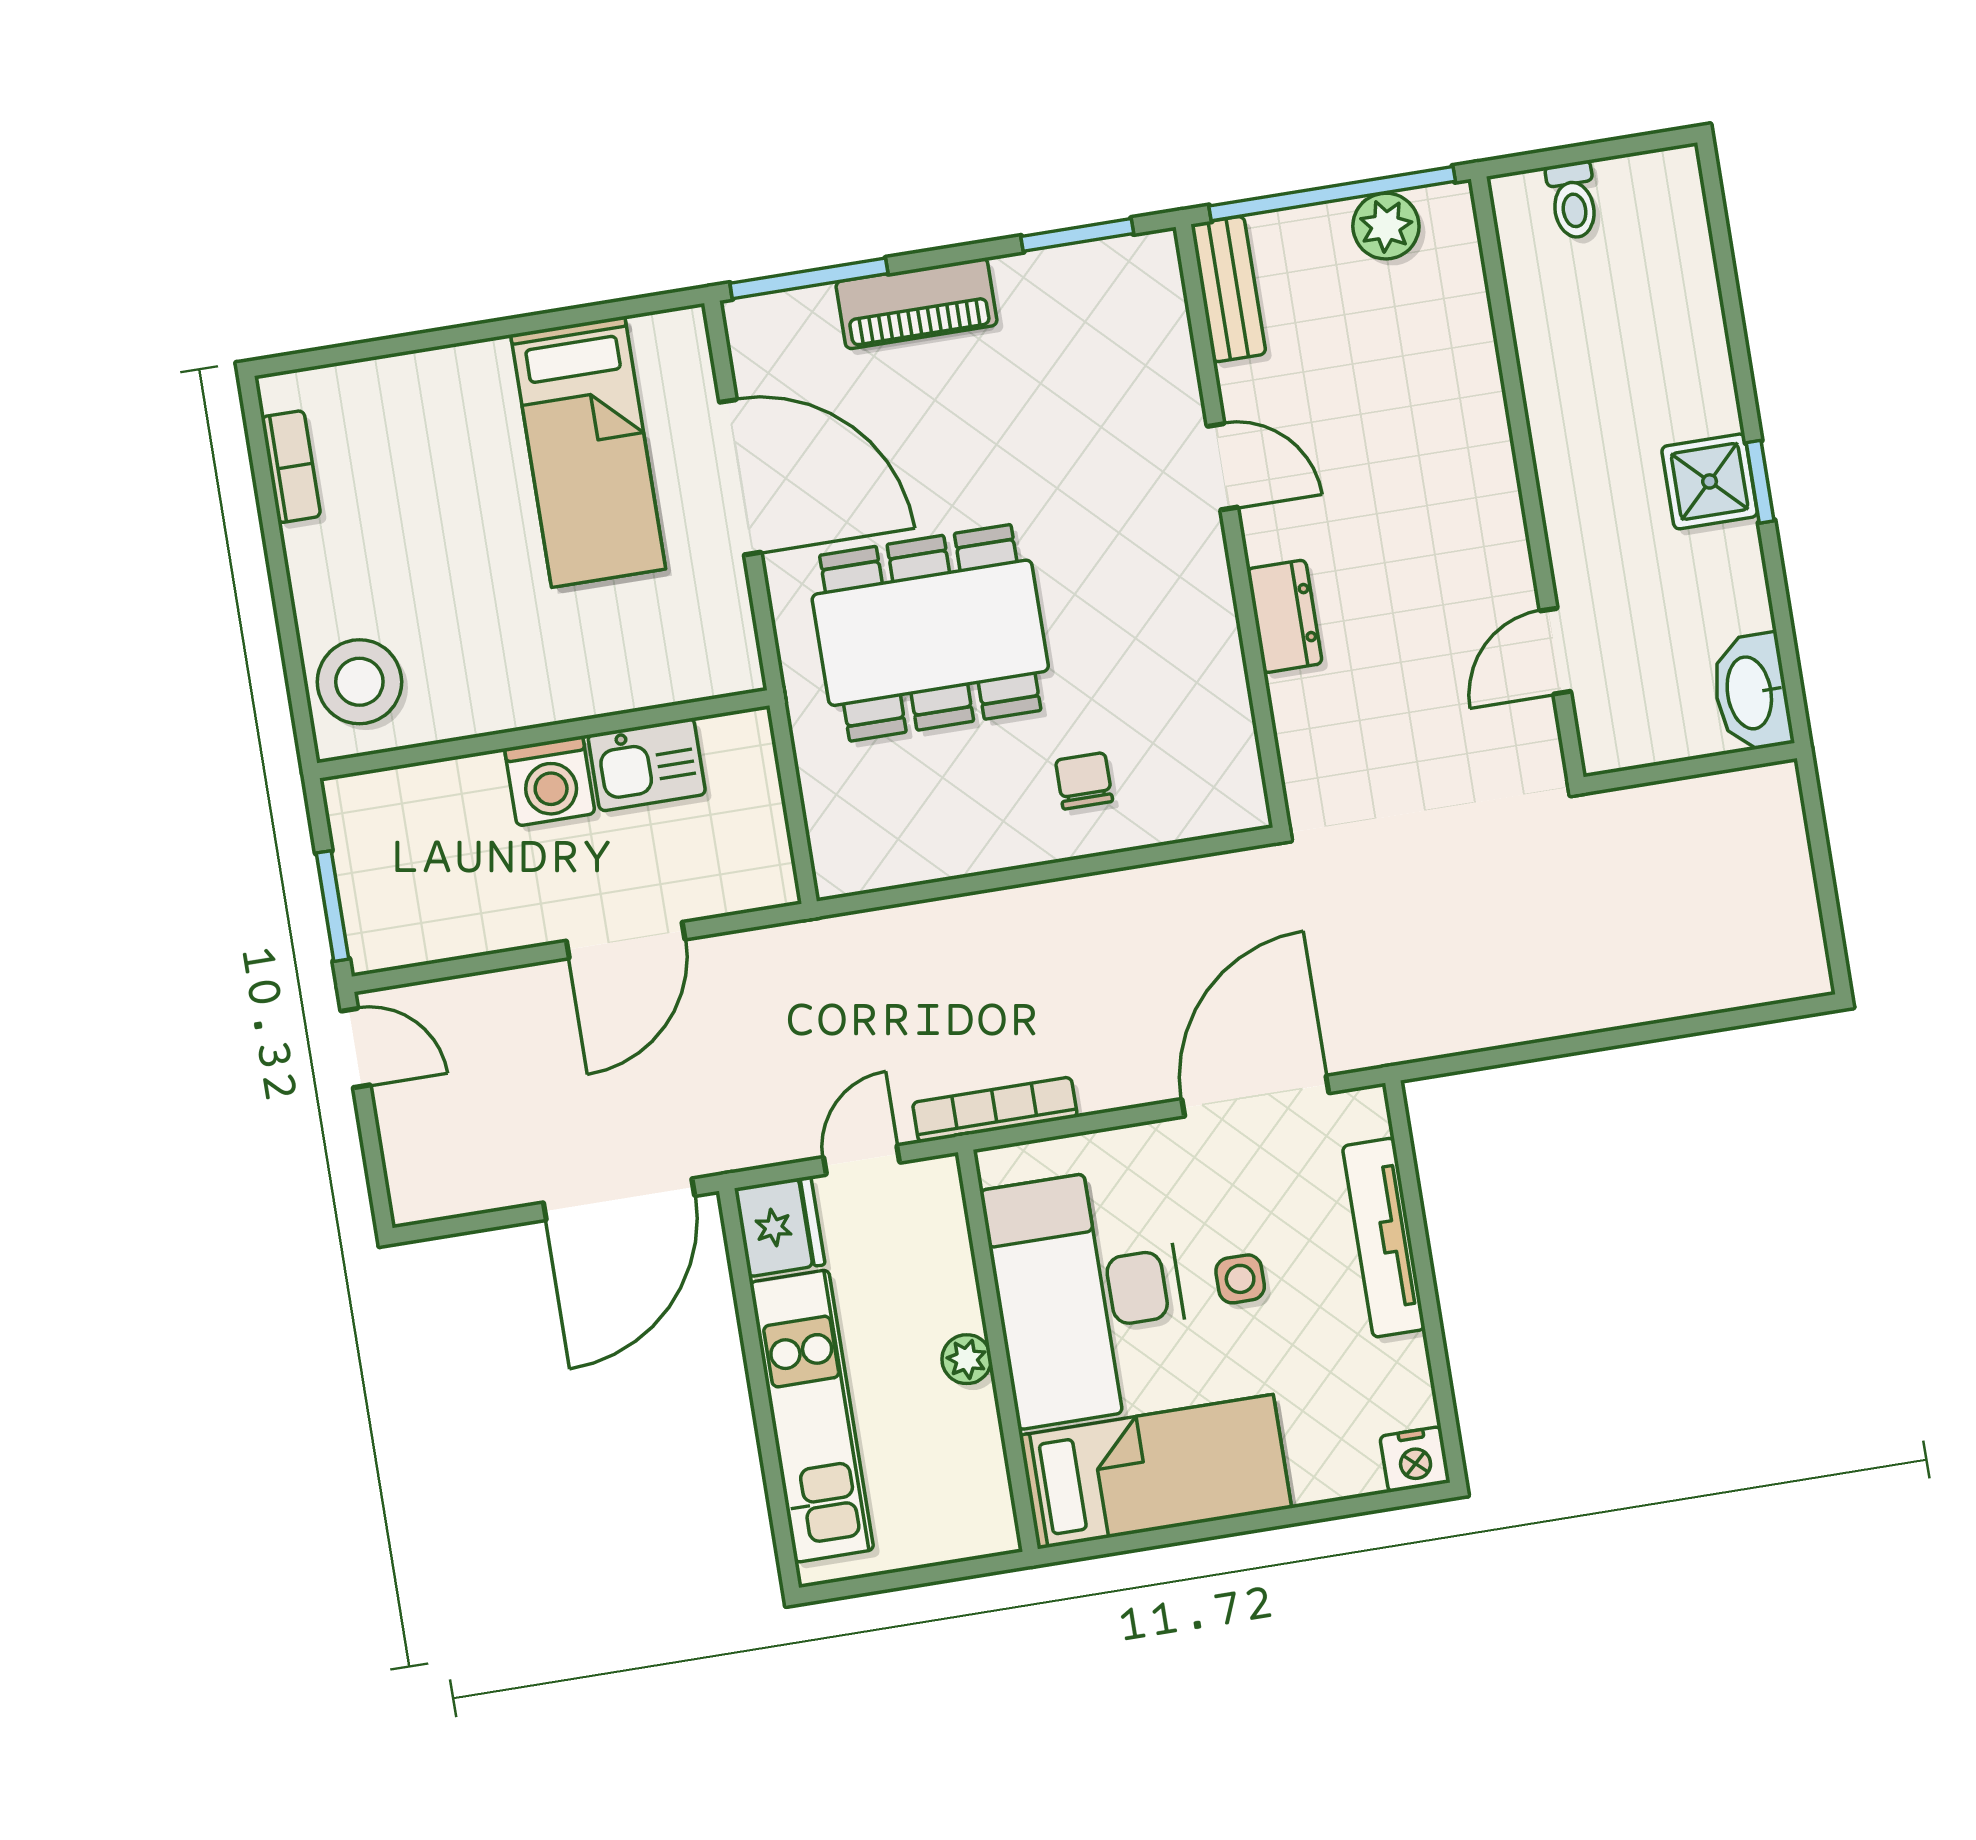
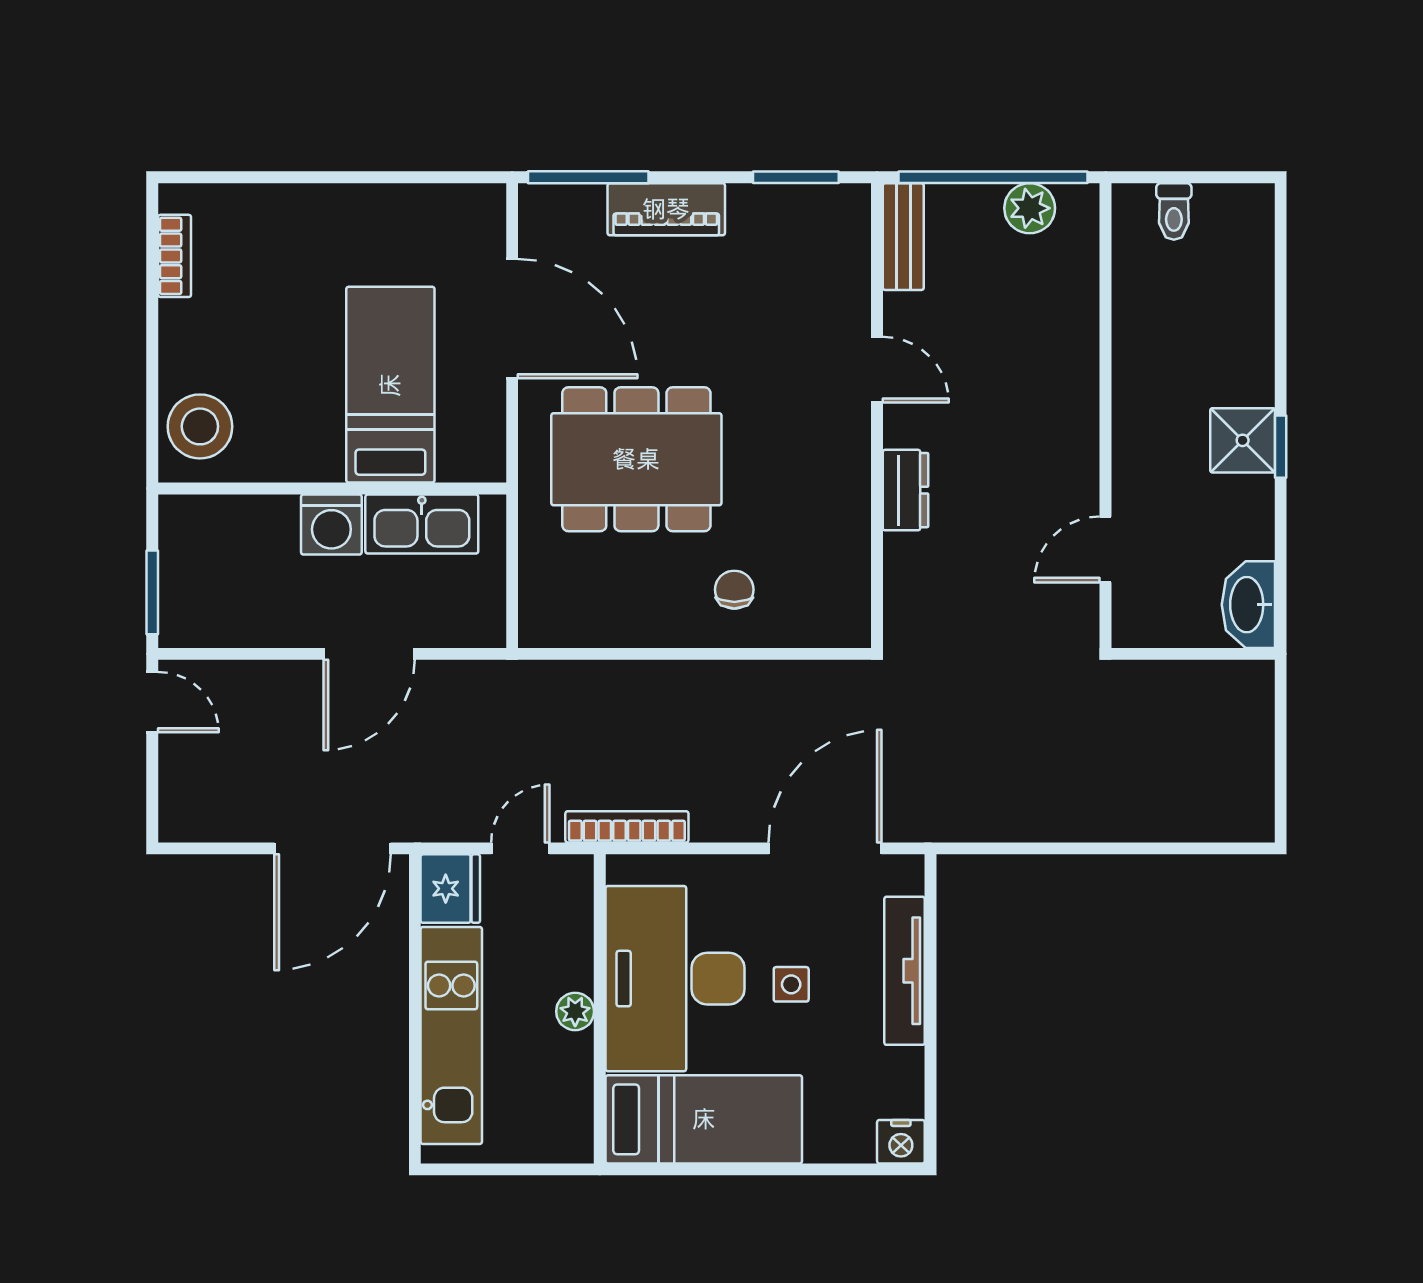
bed: (588, 452) -> (390, 385), moved, turned 180
kitchen sink: (647, 765) -> (422, 524), width x1.38

